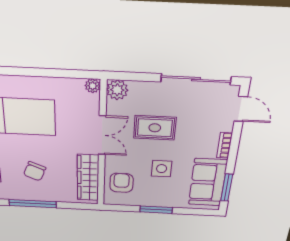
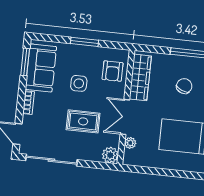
plant: (93, 86) -> (130, 143), moved

